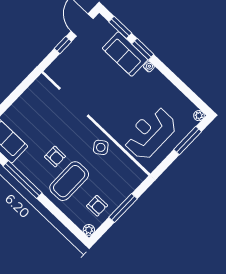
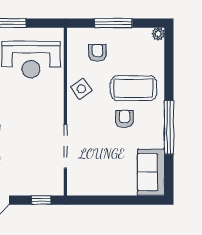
window: (63, 45) -> (41, 200), moved
armchair: (97, 206) -> (97, 53), moved

